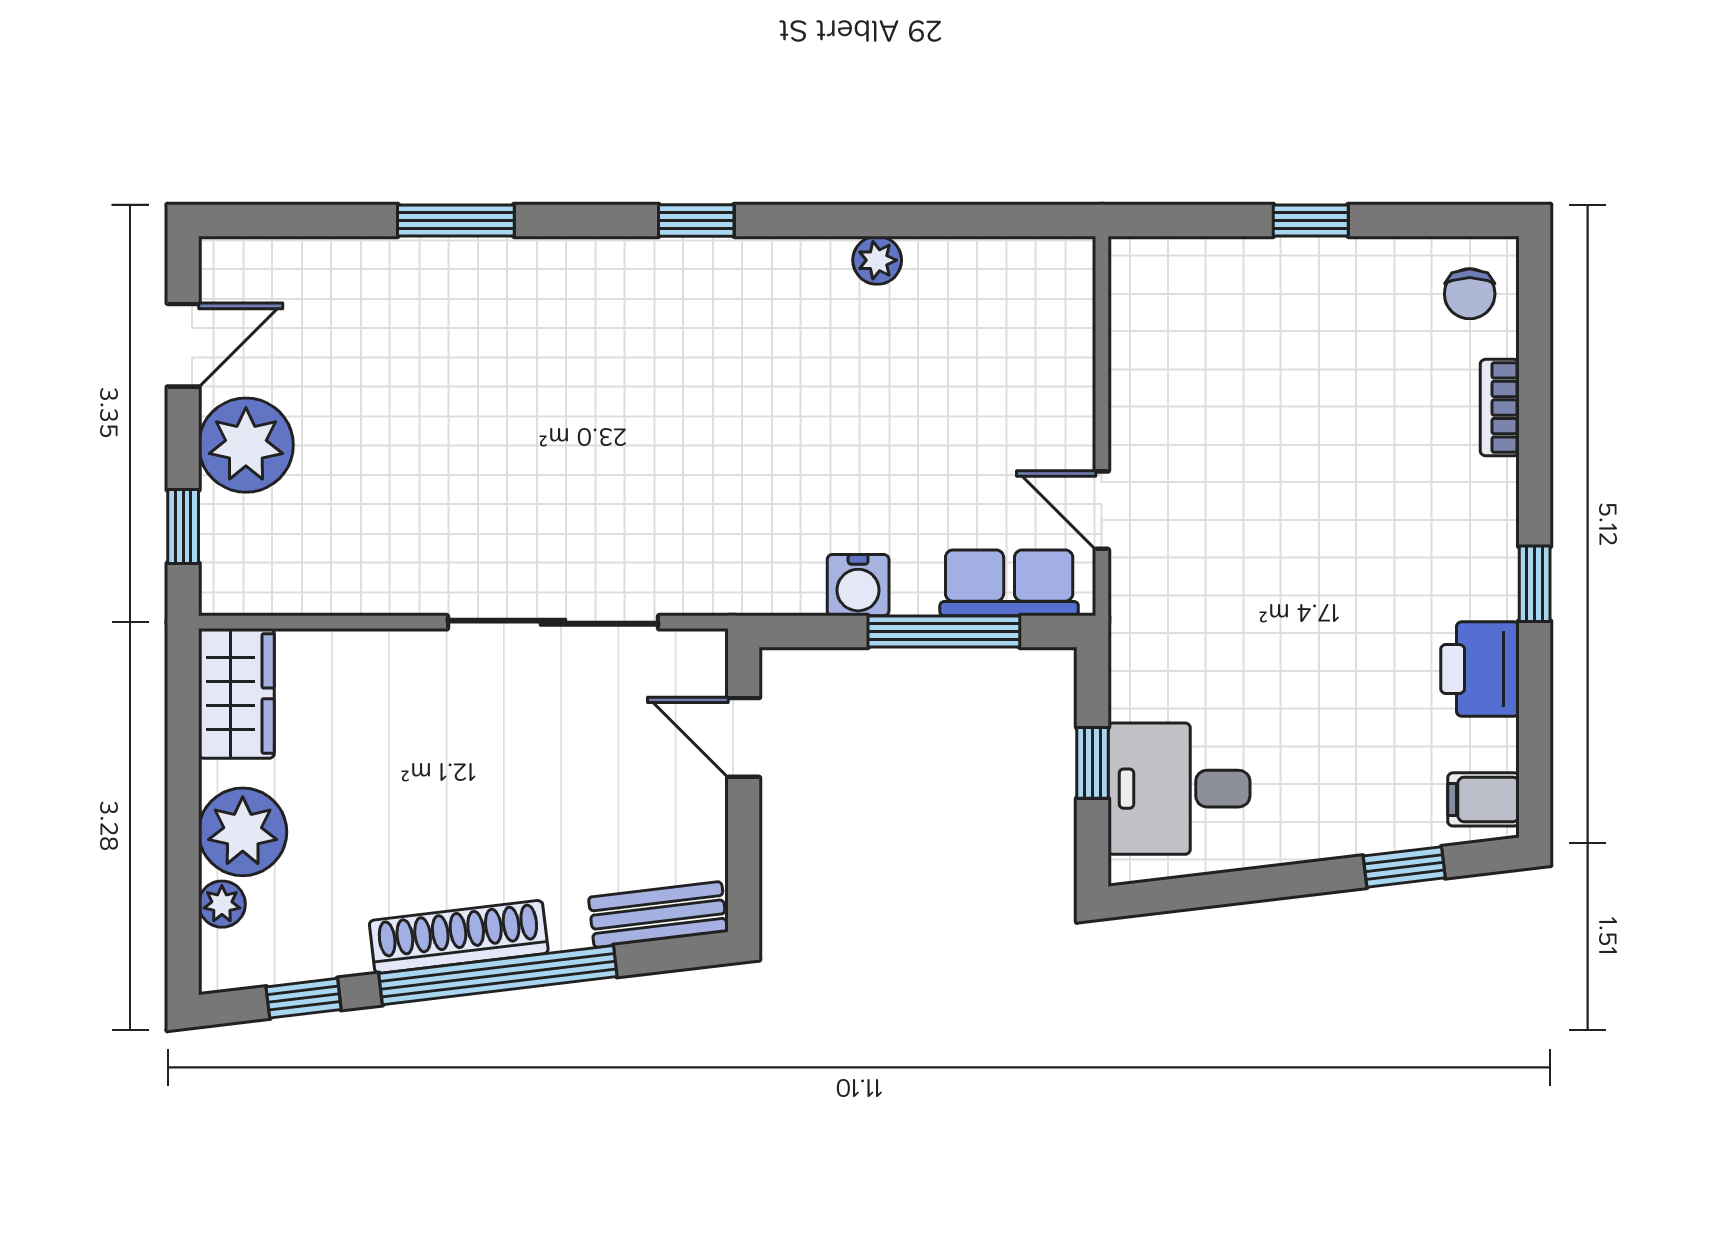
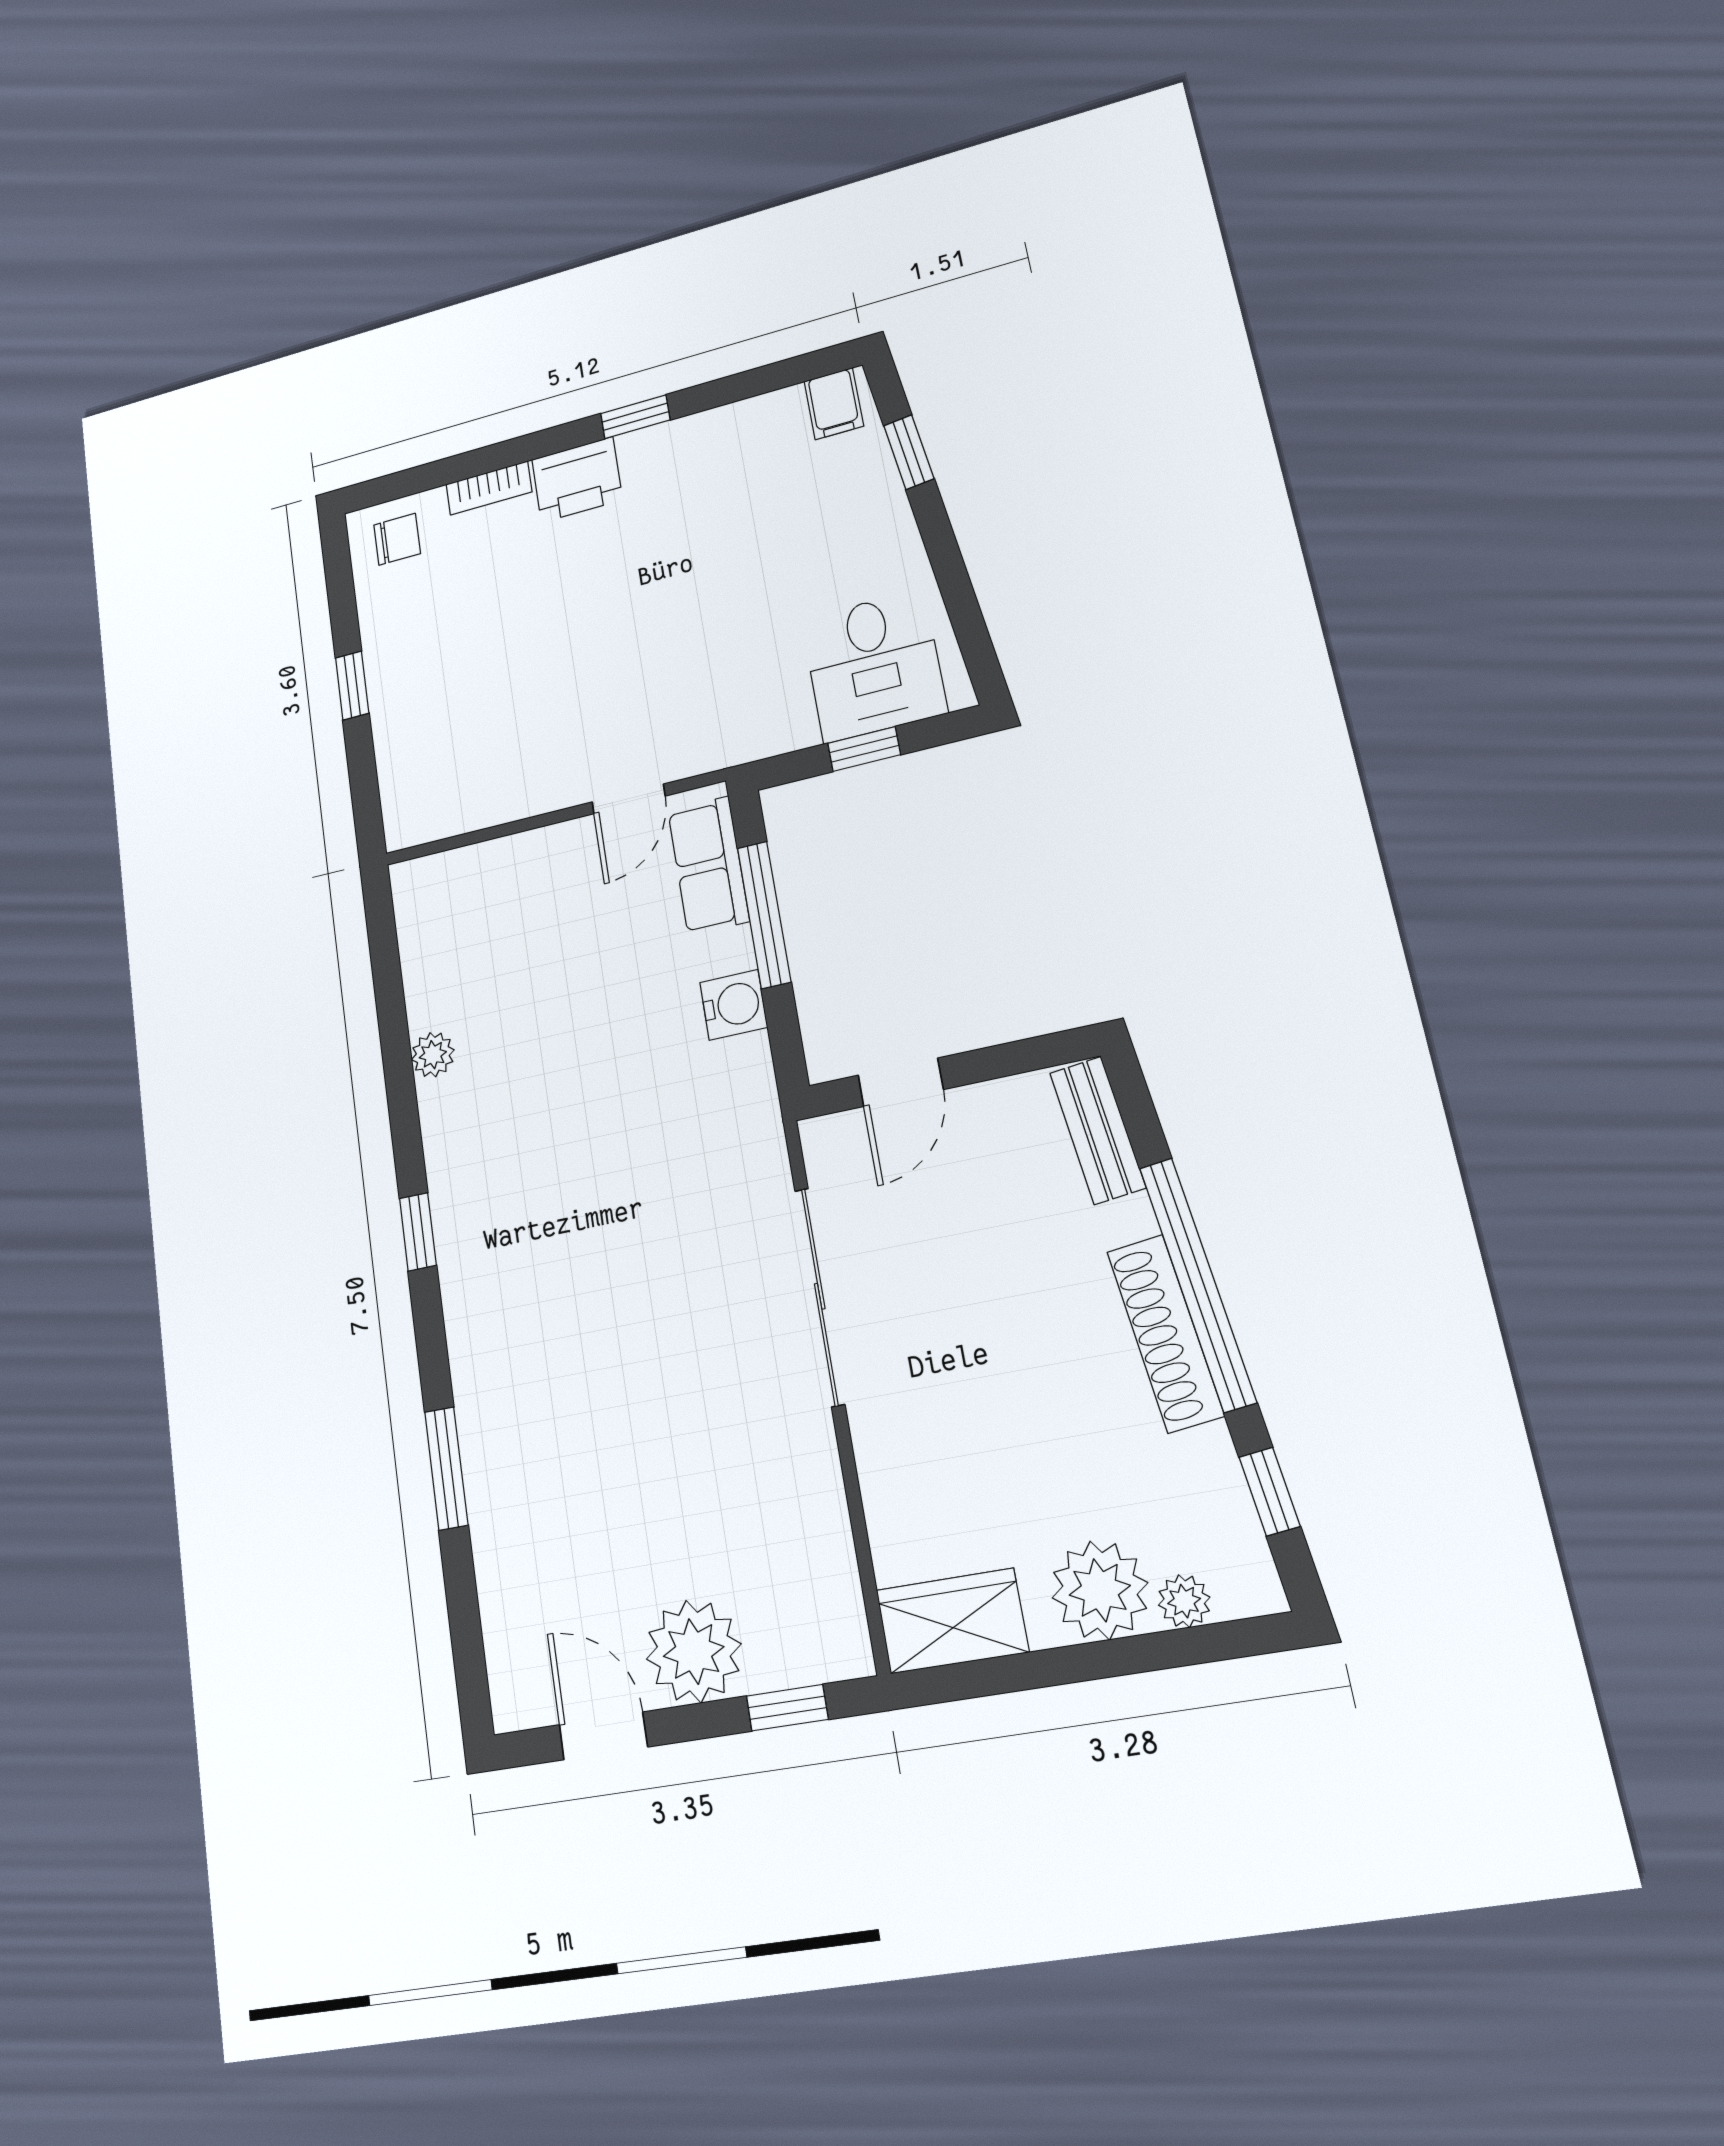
printer: (1480, 669) -> (577, 480), moved

